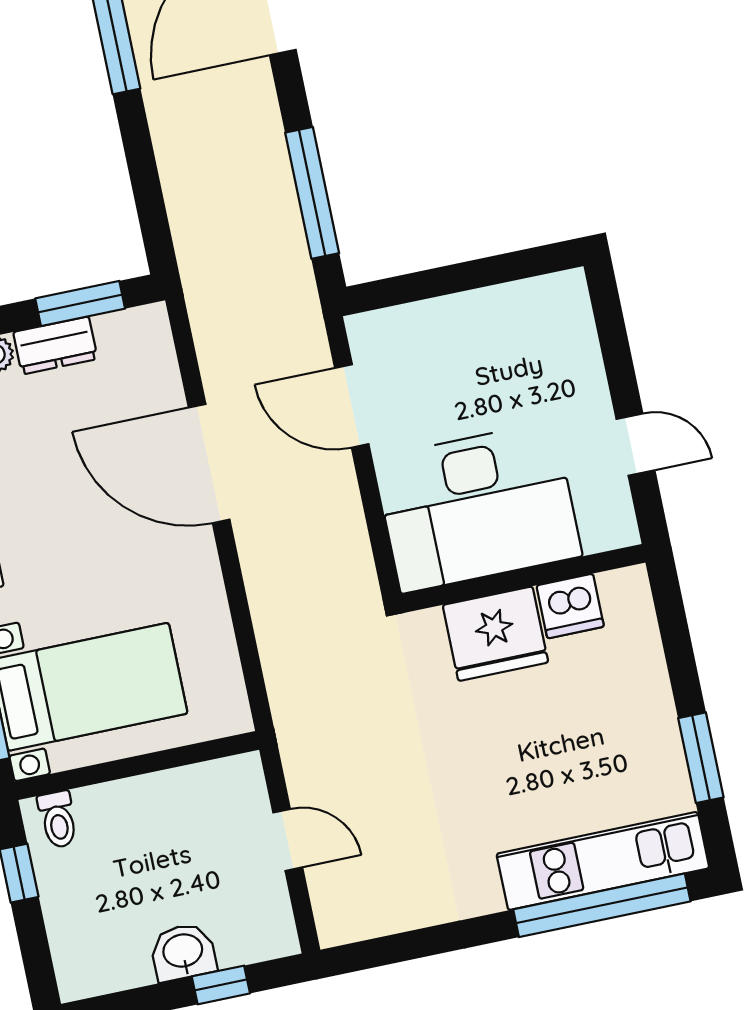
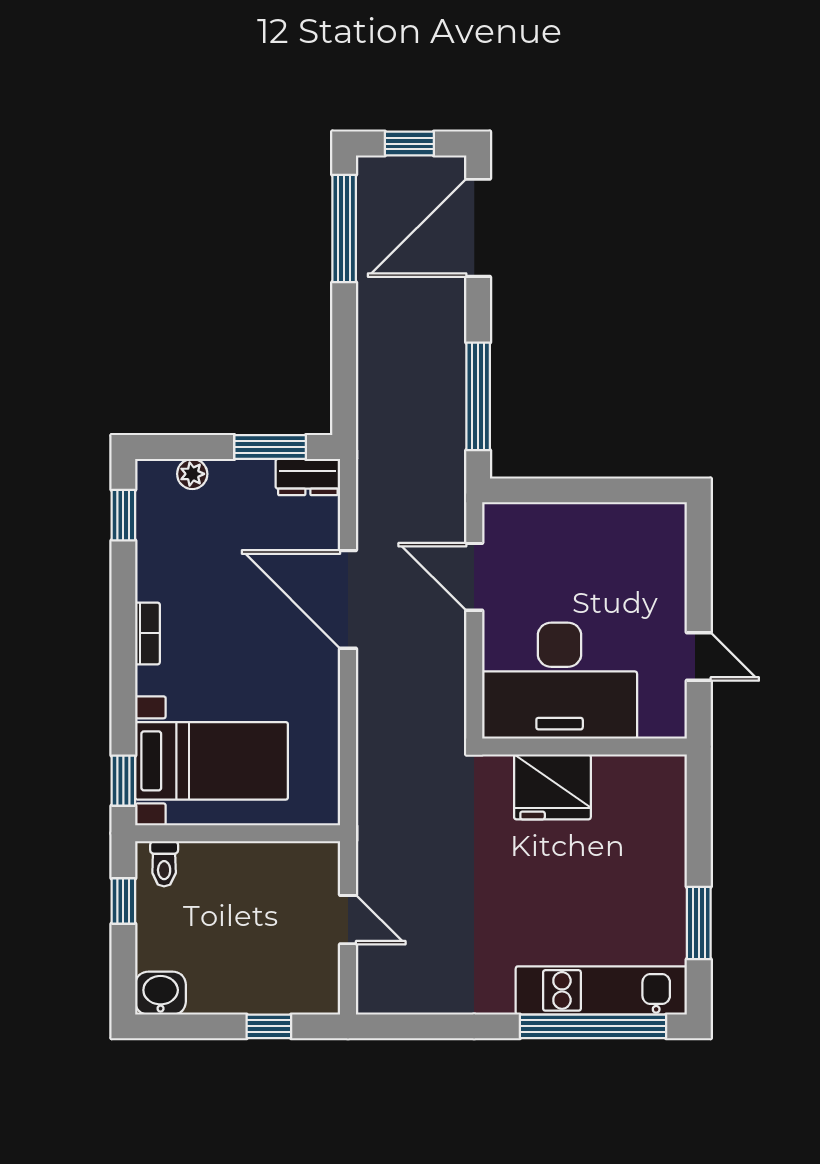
dresser: (55, 345) -> (308, 477), moved
dishwasher: (570, 606) -> (618, 777), removed
washbasin: (183, 952) -> (161, 993), moved

